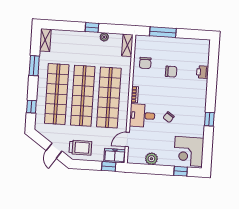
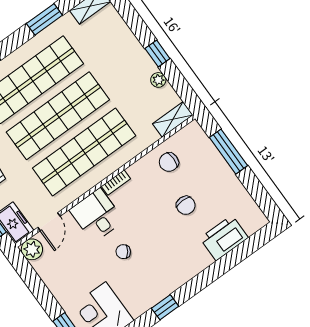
printer: (203, 72) -> (224, 238), width x1.87, depth x1.48
door: (127, 140) -> (49, 222), swing flipped
plant: (151, 159) -> (32, 249), moved

